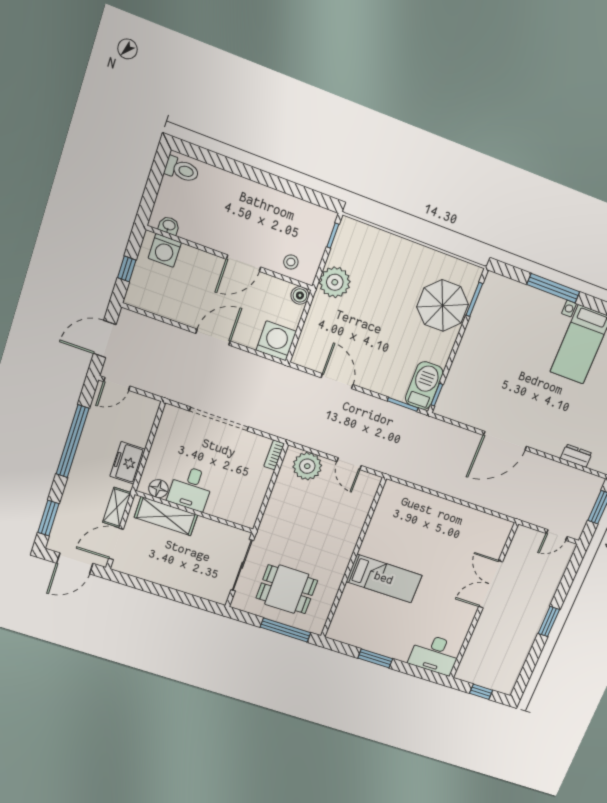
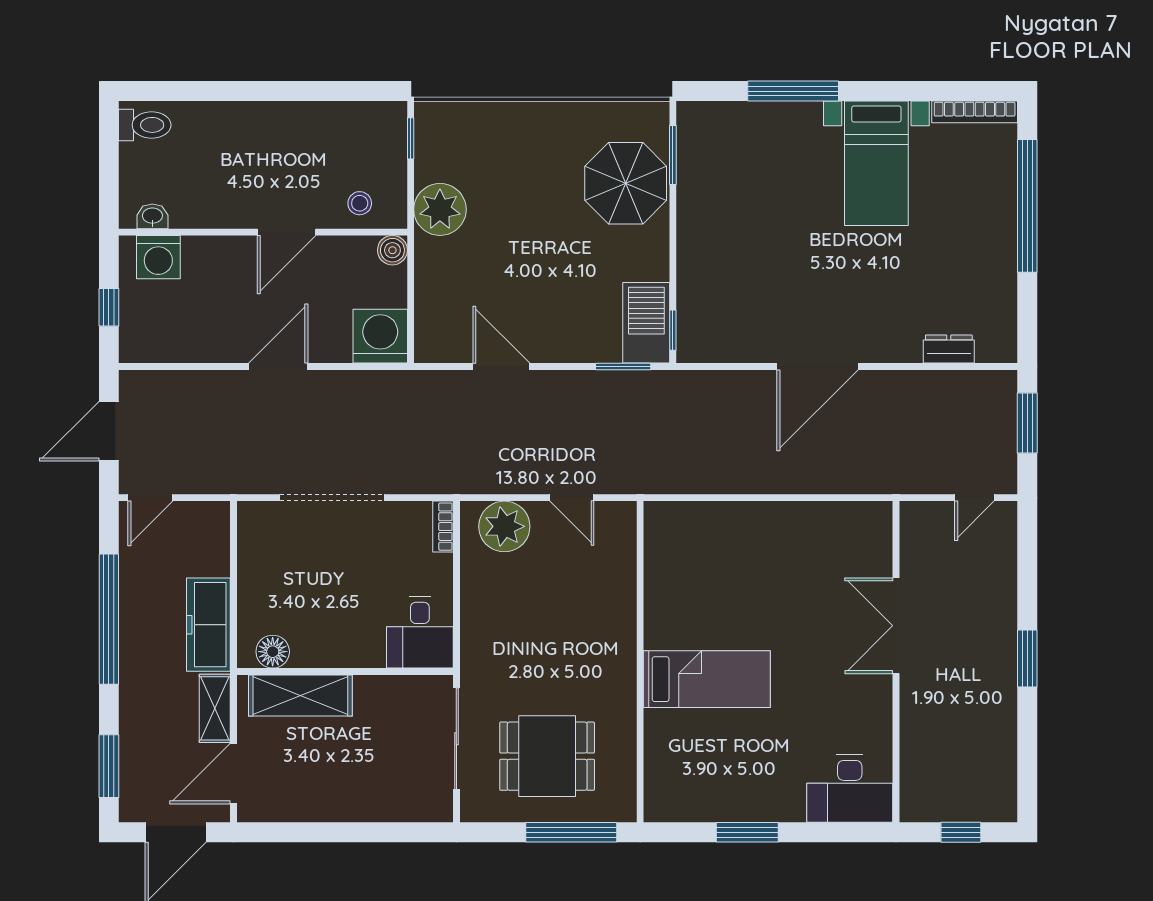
freezer: (128, 463) -> (208, 625), width x1.40
desk: (191, 488) -> (420, 632), moved

